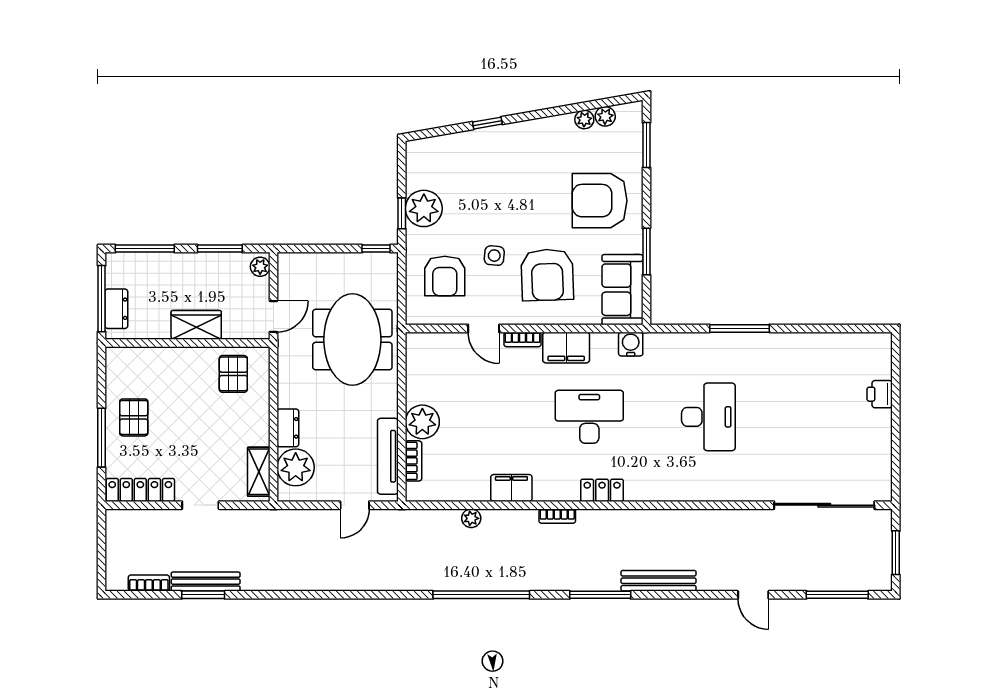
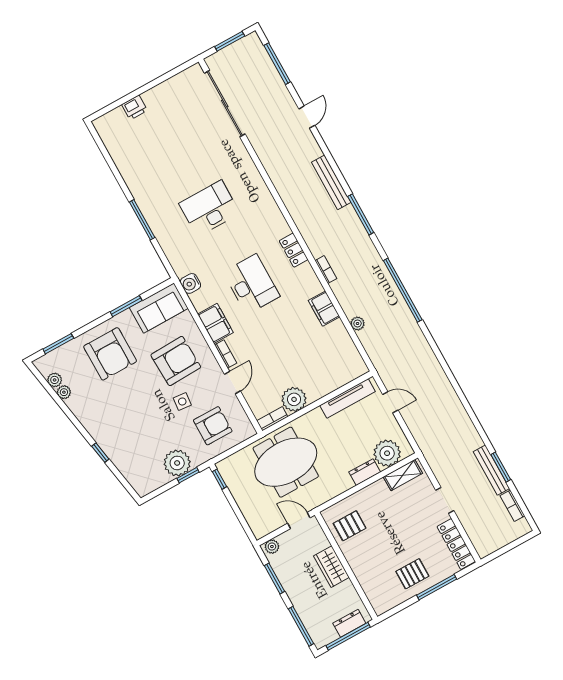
desk: (589, 417) -> (251, 284), turned 180
plant: (422, 422) -> (294, 399), moved
bookcase: (414, 461) -> (272, 419), moved

